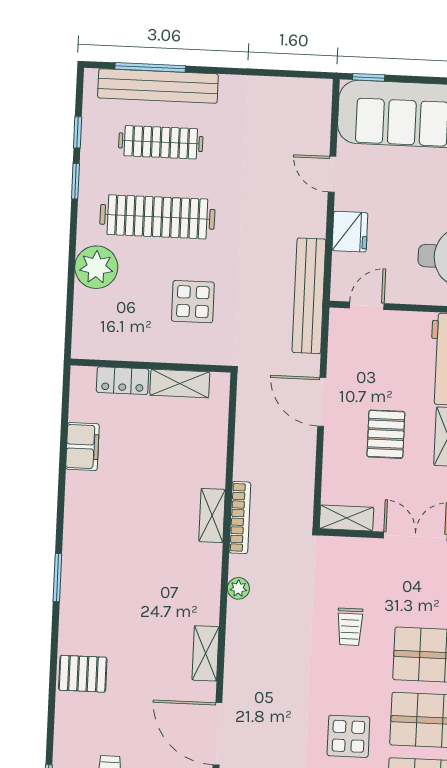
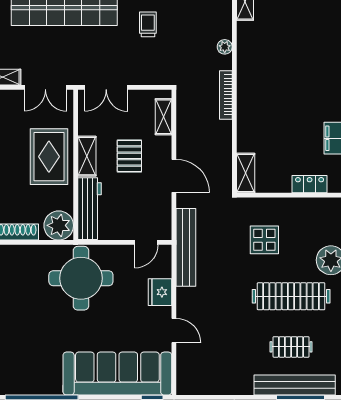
clothes rail: (161, 142) -> (291, 347), width x0.73
shelving: (180, 384) -> (246, 173), moved, turned 90
shelving: (212, 515) -> (245, 95), removed
shelving: (347, 518) -> (163, 117), moved, turned 90

